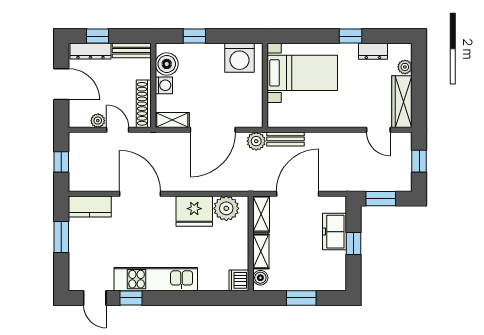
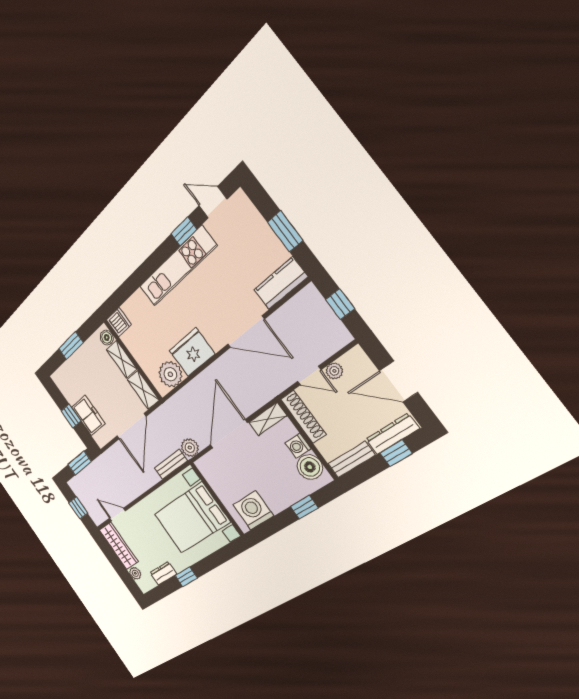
bed with nightstands: (302, 73) -> (192, 518), width x1.36

